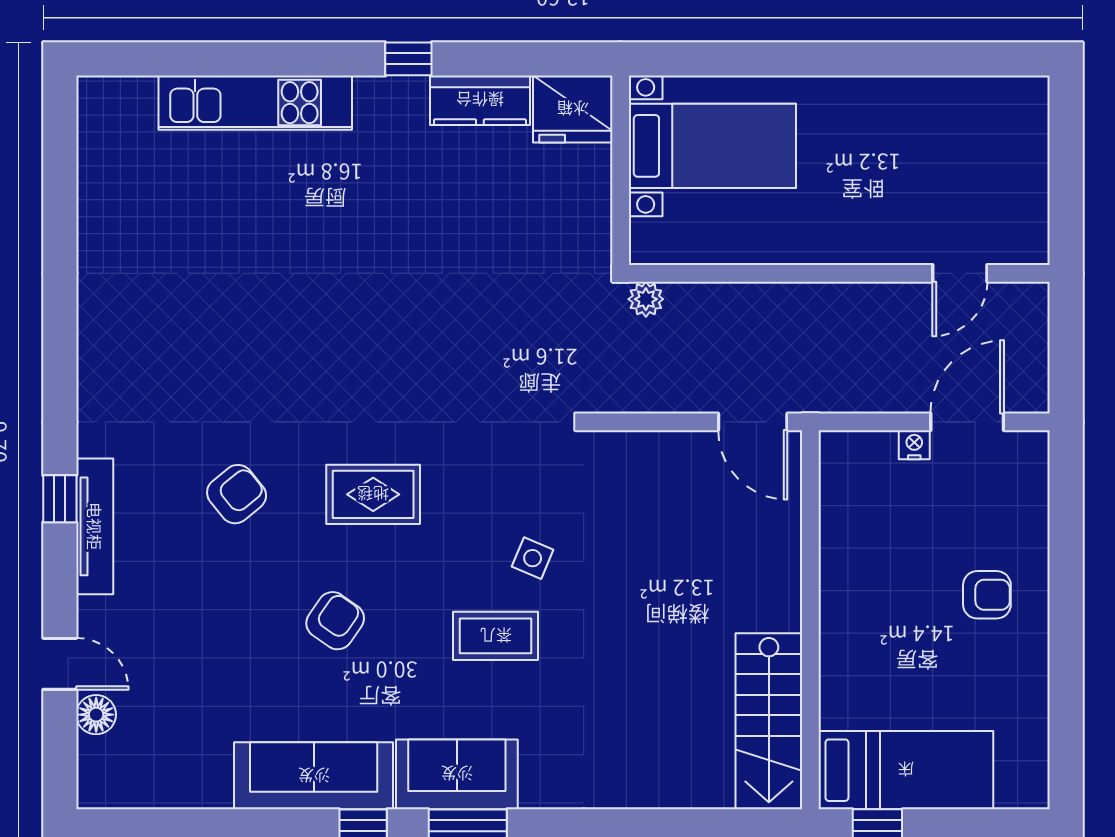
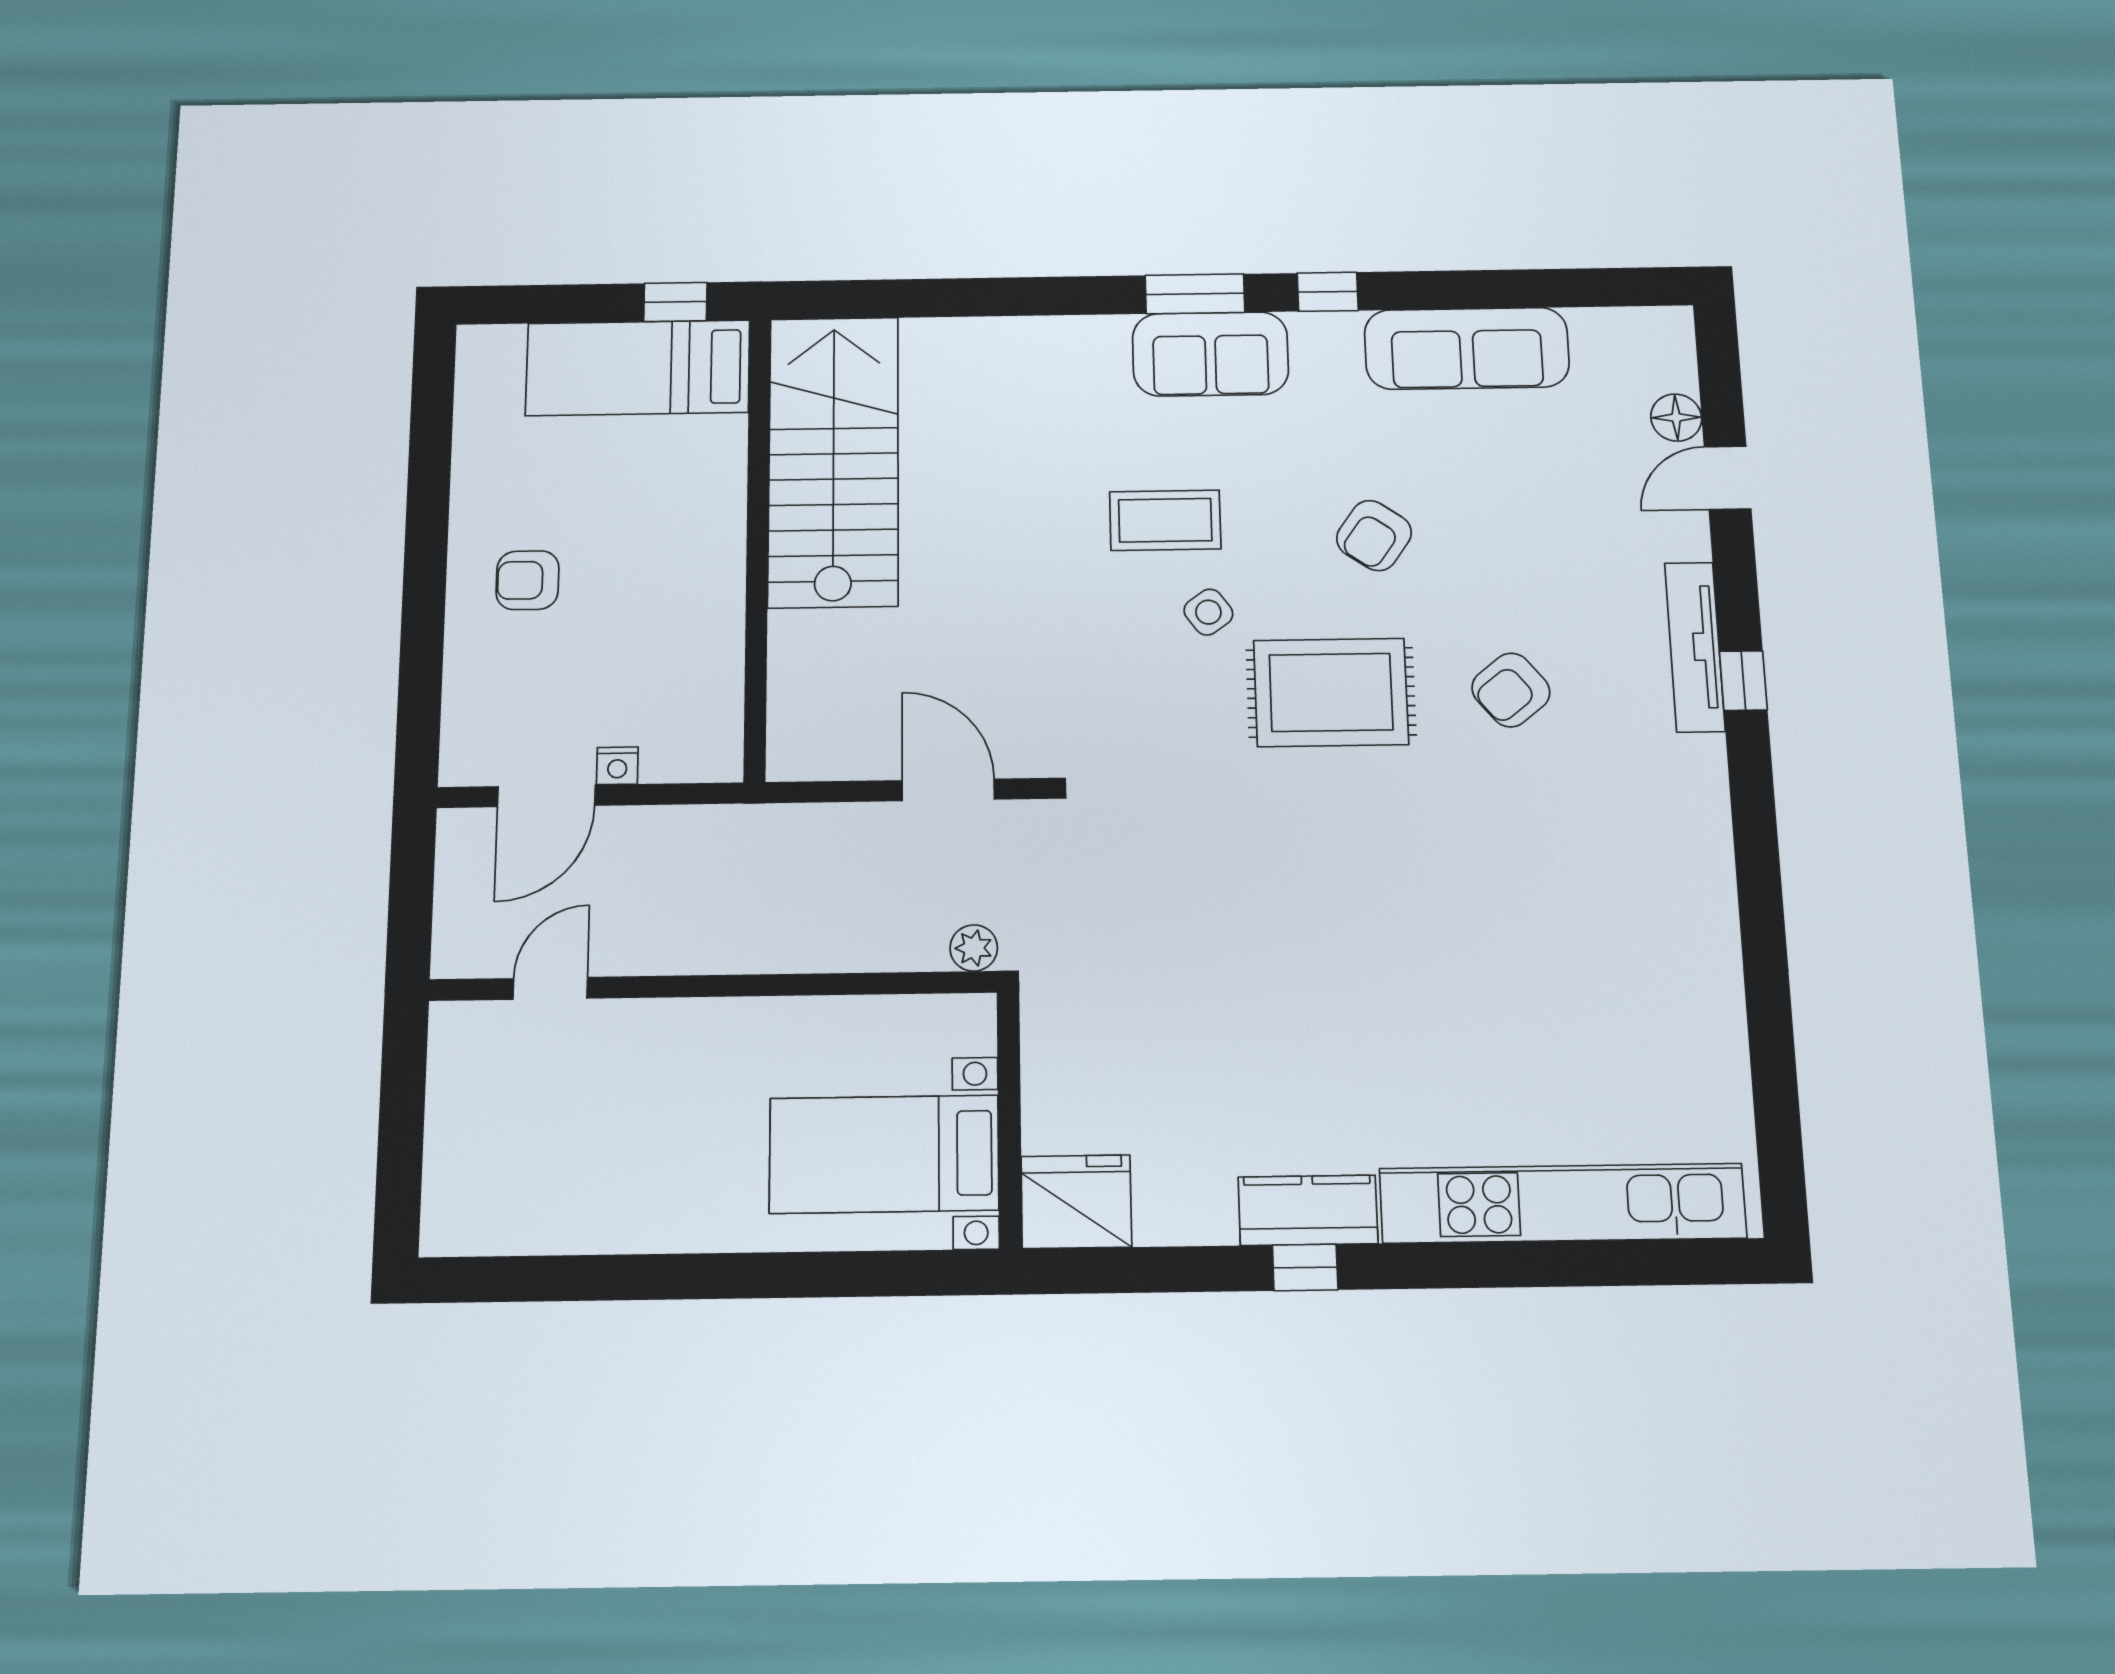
kitchen counter: (480, 100) -> (1308, 1210), moved
kitchen unit: (255, 103) -> (1563, 1203), width x1.36
door: (753, 422) -> (948, 790), moved
rug: (373, 494) -> (1331, 692), width x1.36, depth x1.43
side table: (533, 558) -> (1208, 612), moved, turned 31
door: (60, 664) -> (1728, 478), hinge flipped
stairs: (769, 721) -> (833, 461), width x1.36, depth x1.51
sofa: (314, 776) -> (1467, 348), moved

